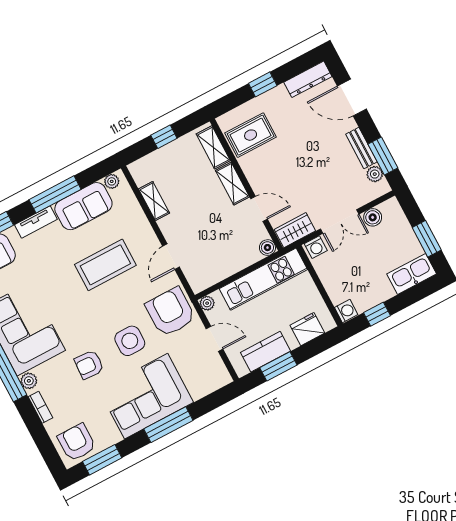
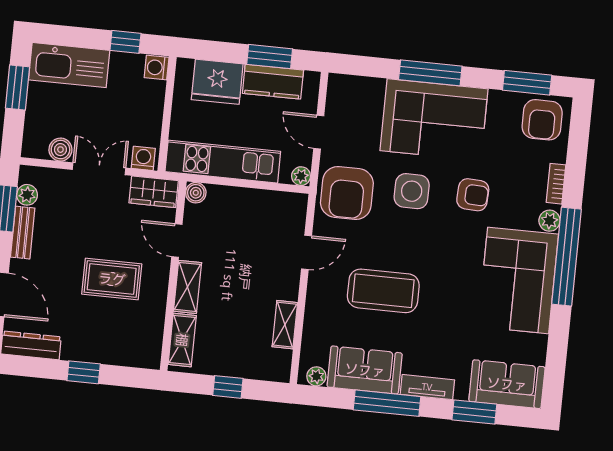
rug: (251, 135) -> (112, 279), moved
kitchen sink: (412, 274) -> (69, 65), width x1.36, depth x1.24
fridge: (307, 329) -> (217, 82), width x1.36, depth x1.34

